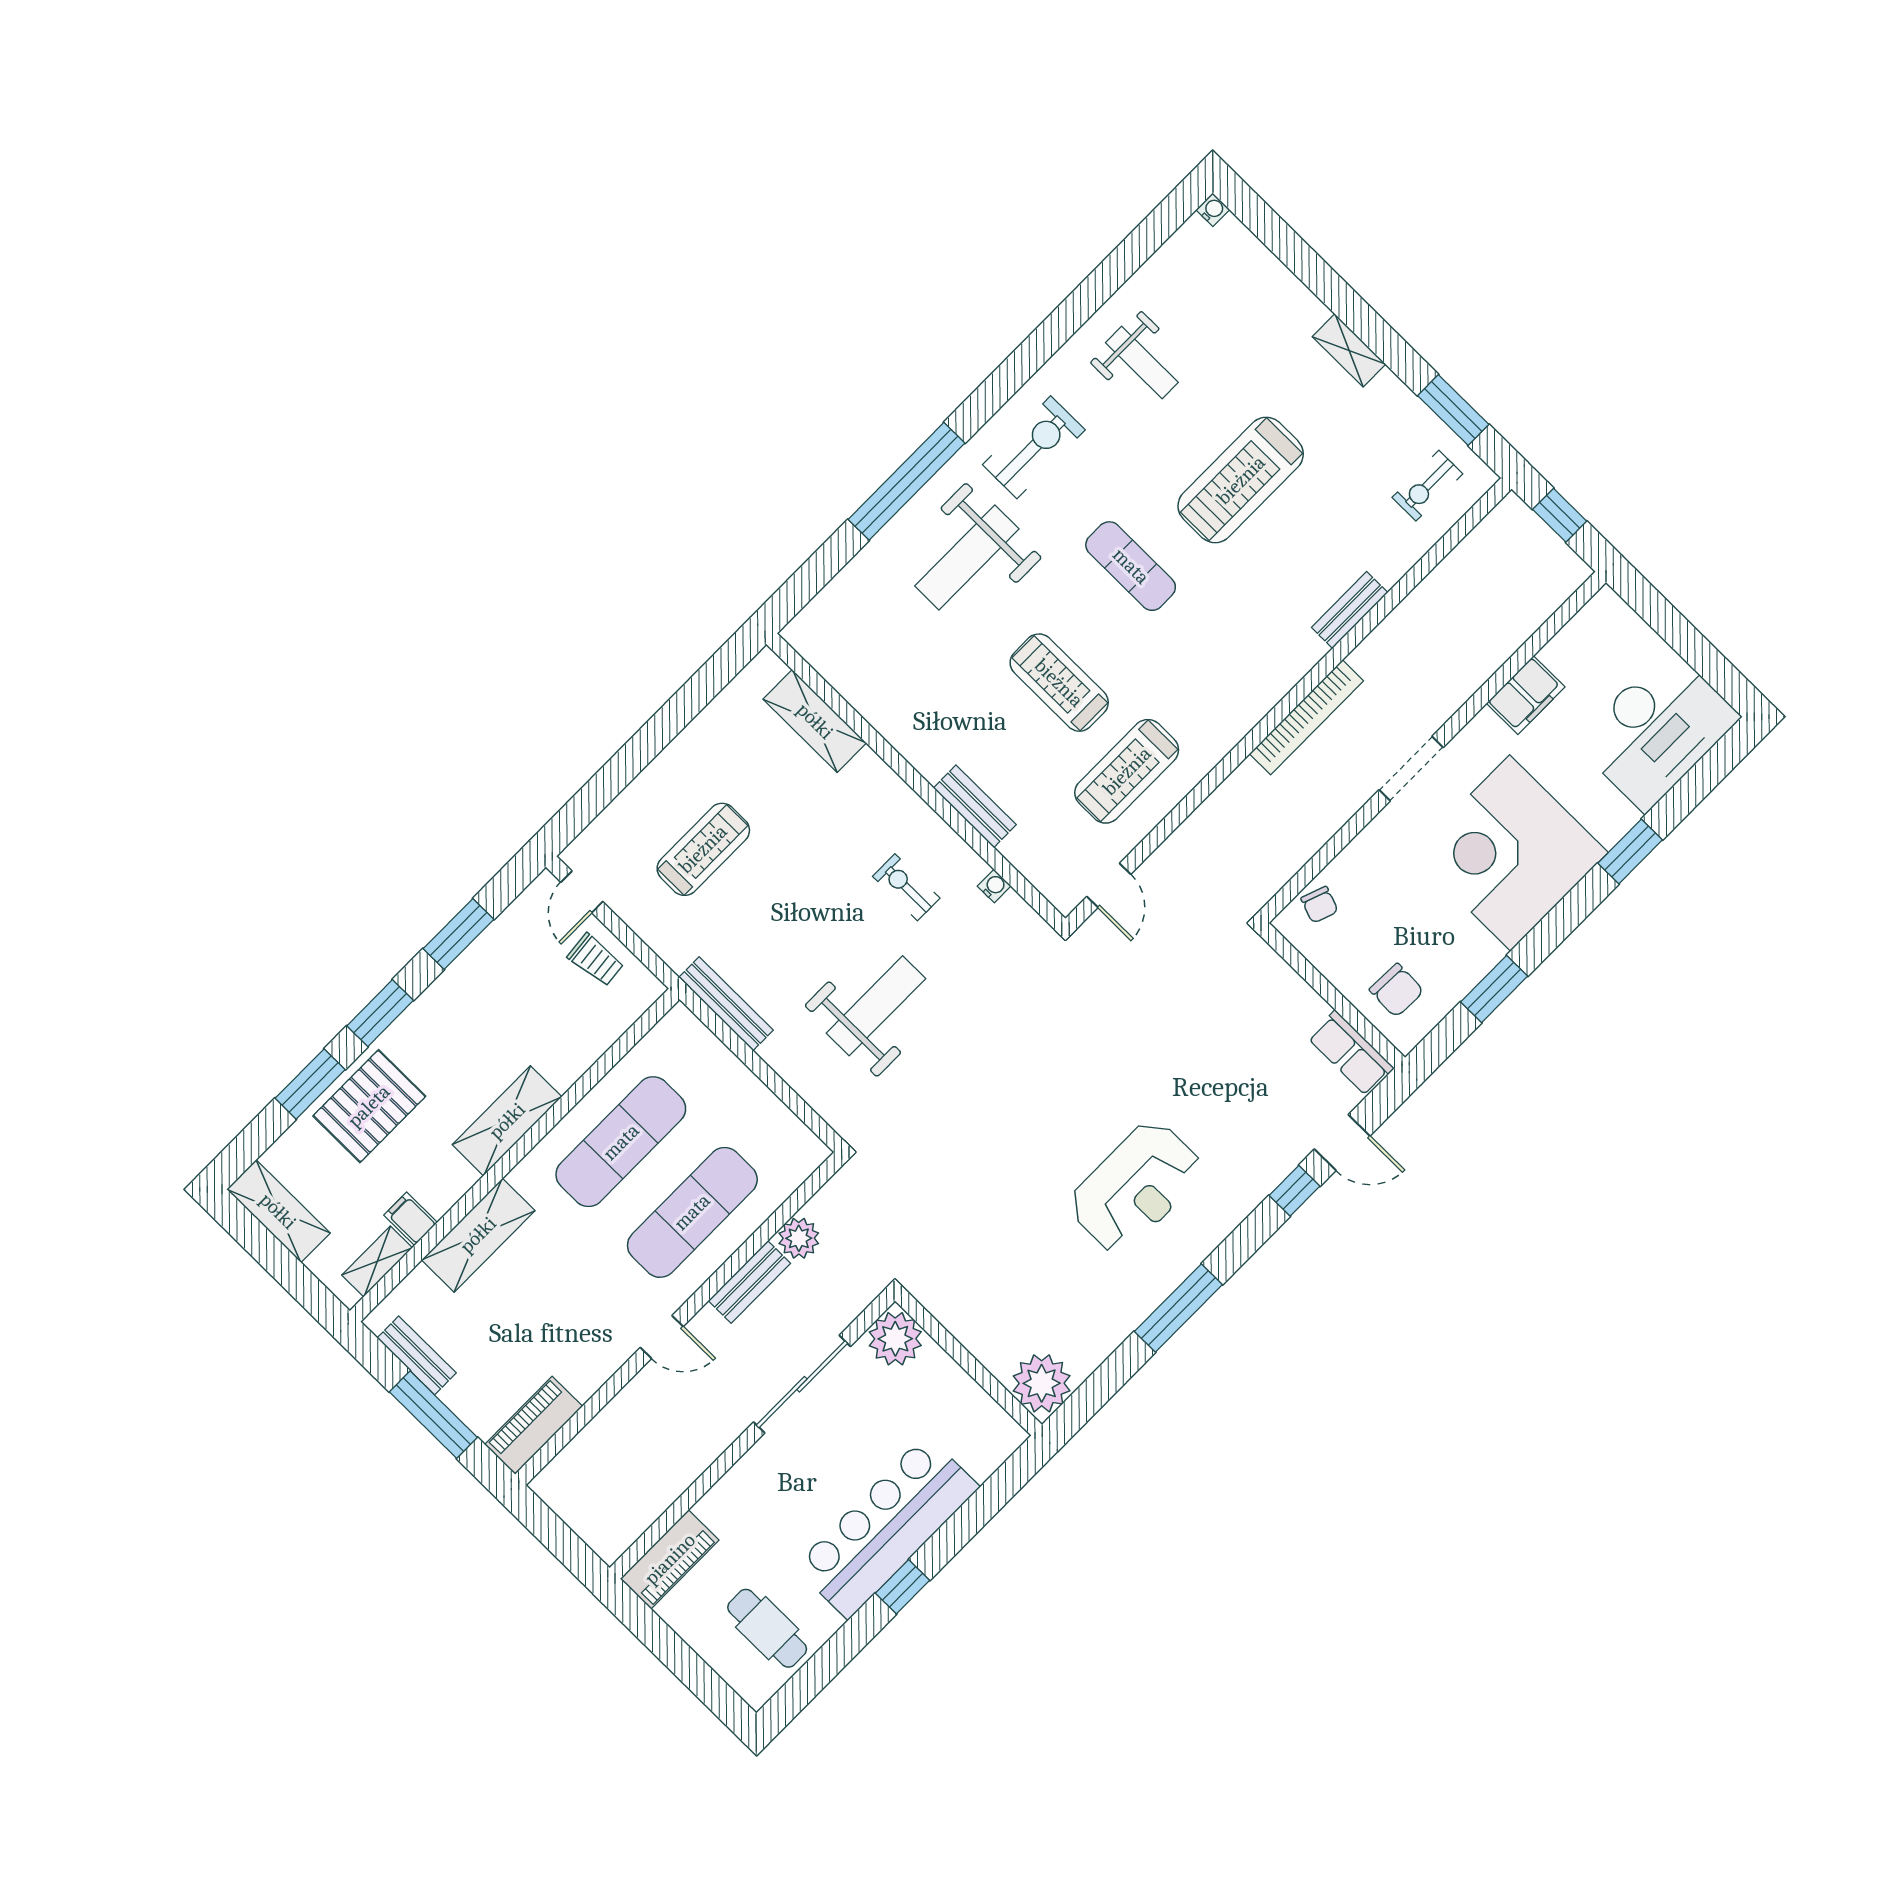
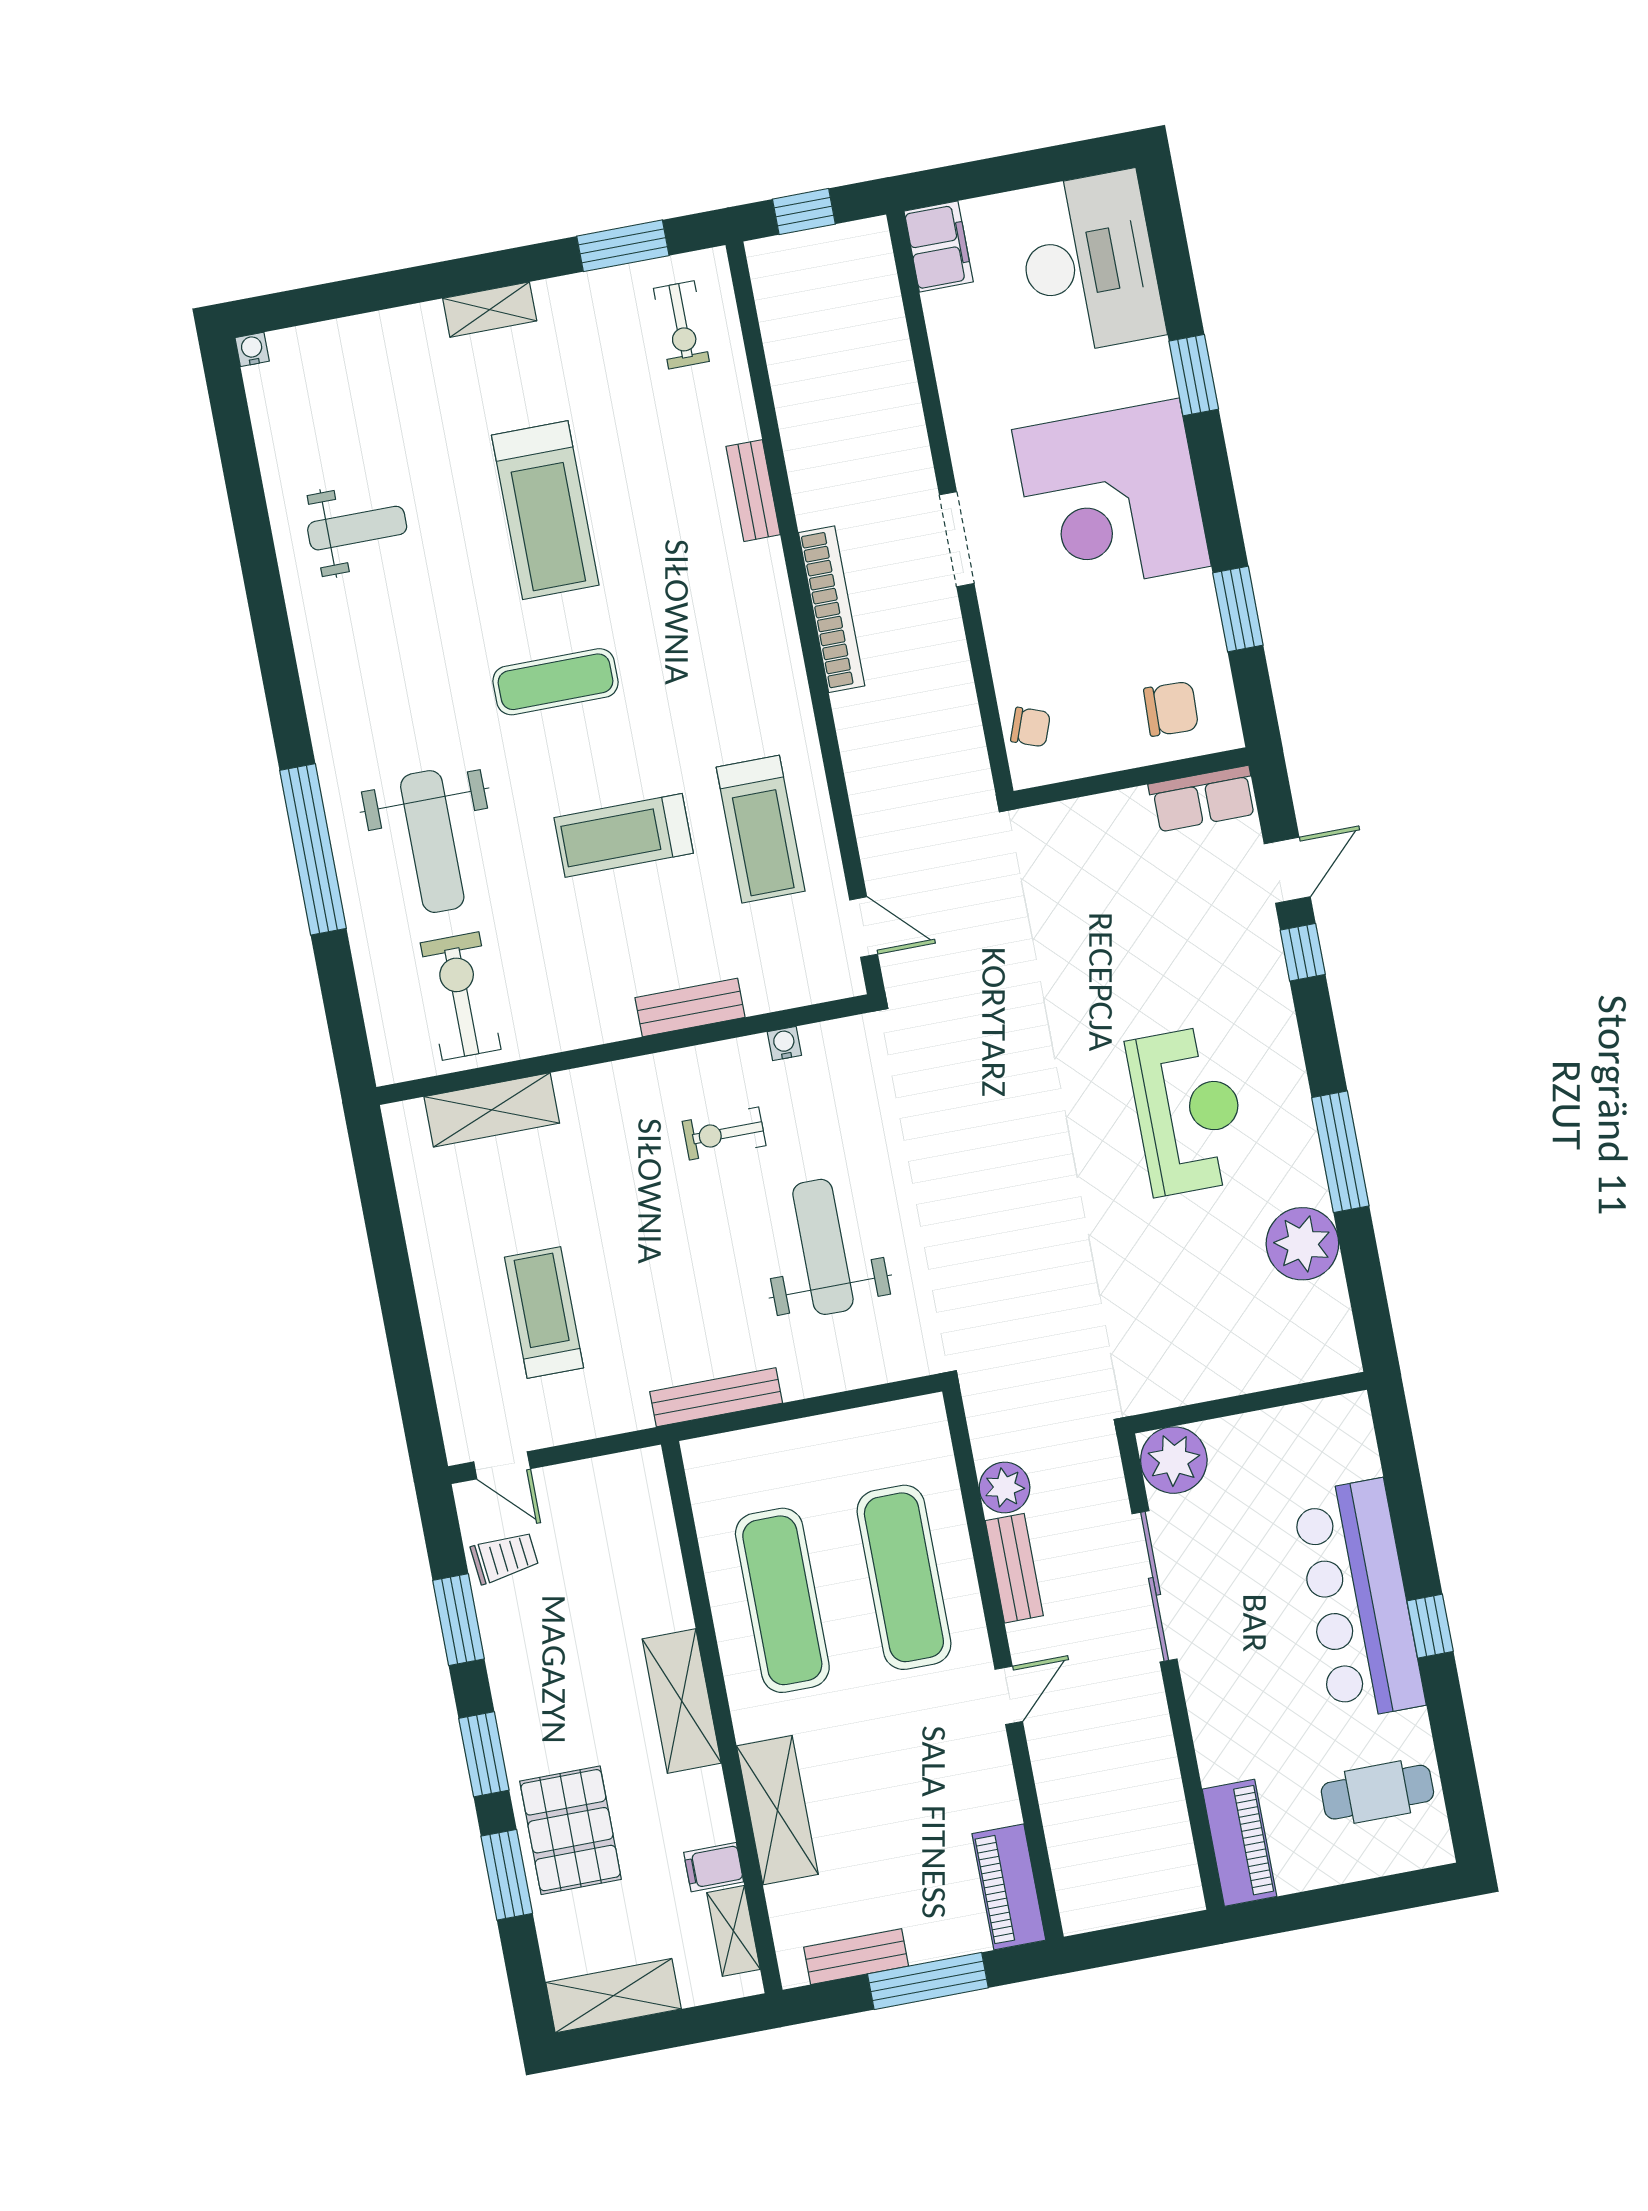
exercise bike: (1034, 447) -> (461, 996), moved
filing cabinet: (1526, 695) -> (939, 247), moved
trolley: (596, 960) -> (505, 1557), moved
plant: (1042, 1383) -> (1302, 1244), moved

